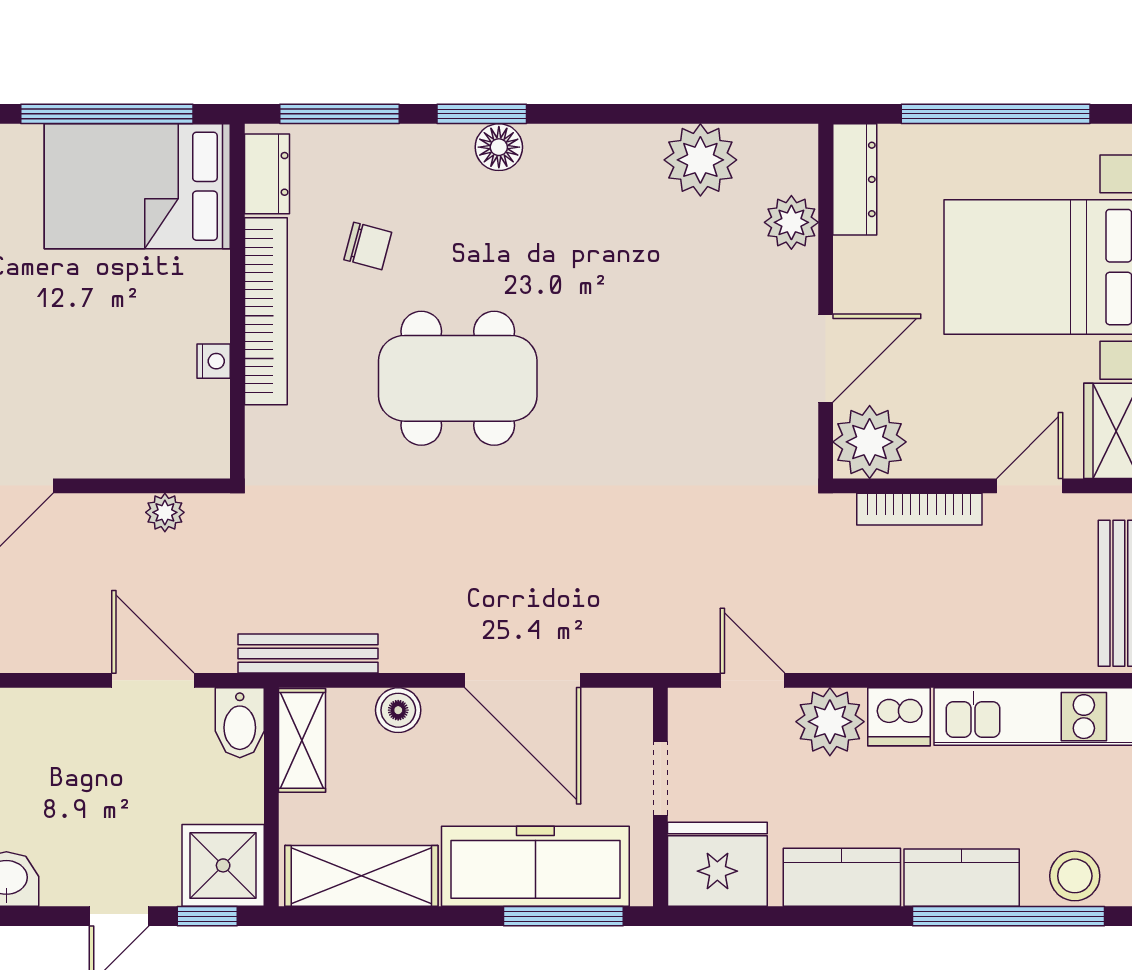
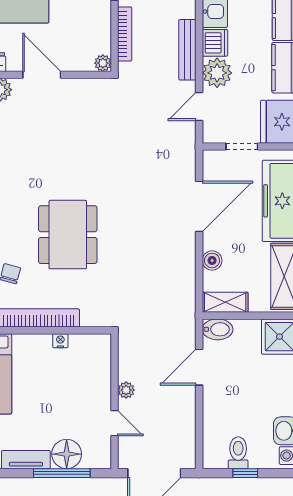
door: (826, 358) -> (42, 75), moved
plant: (870, 442) -> (103, 63), width x0.53, depth x0.53
plant: (165, 512) -> (126, 390), moved
bench: (308, 653) -> (187, 50), moved

